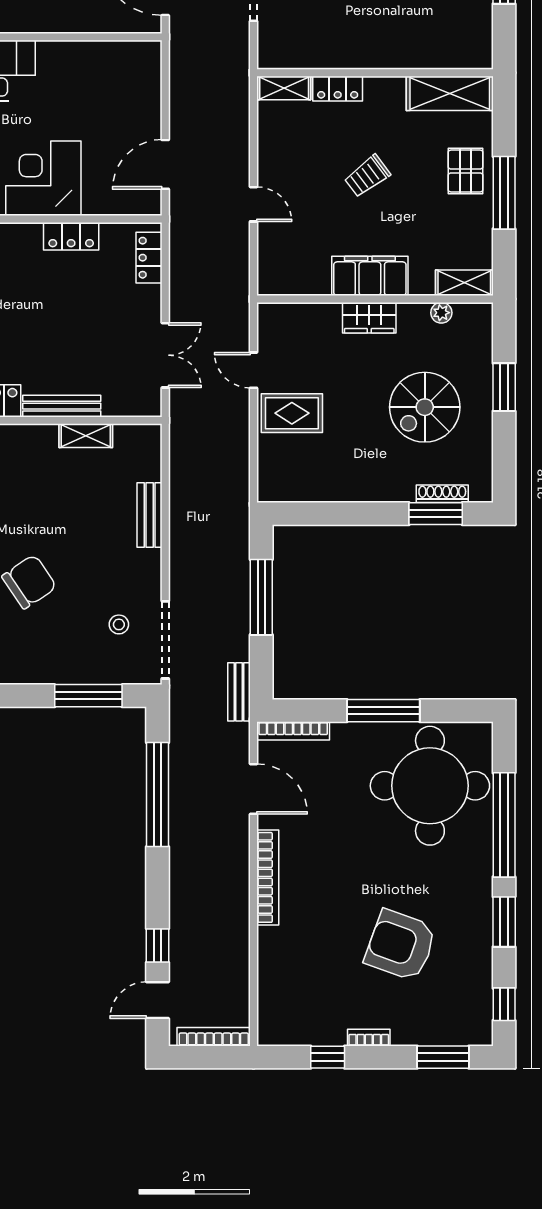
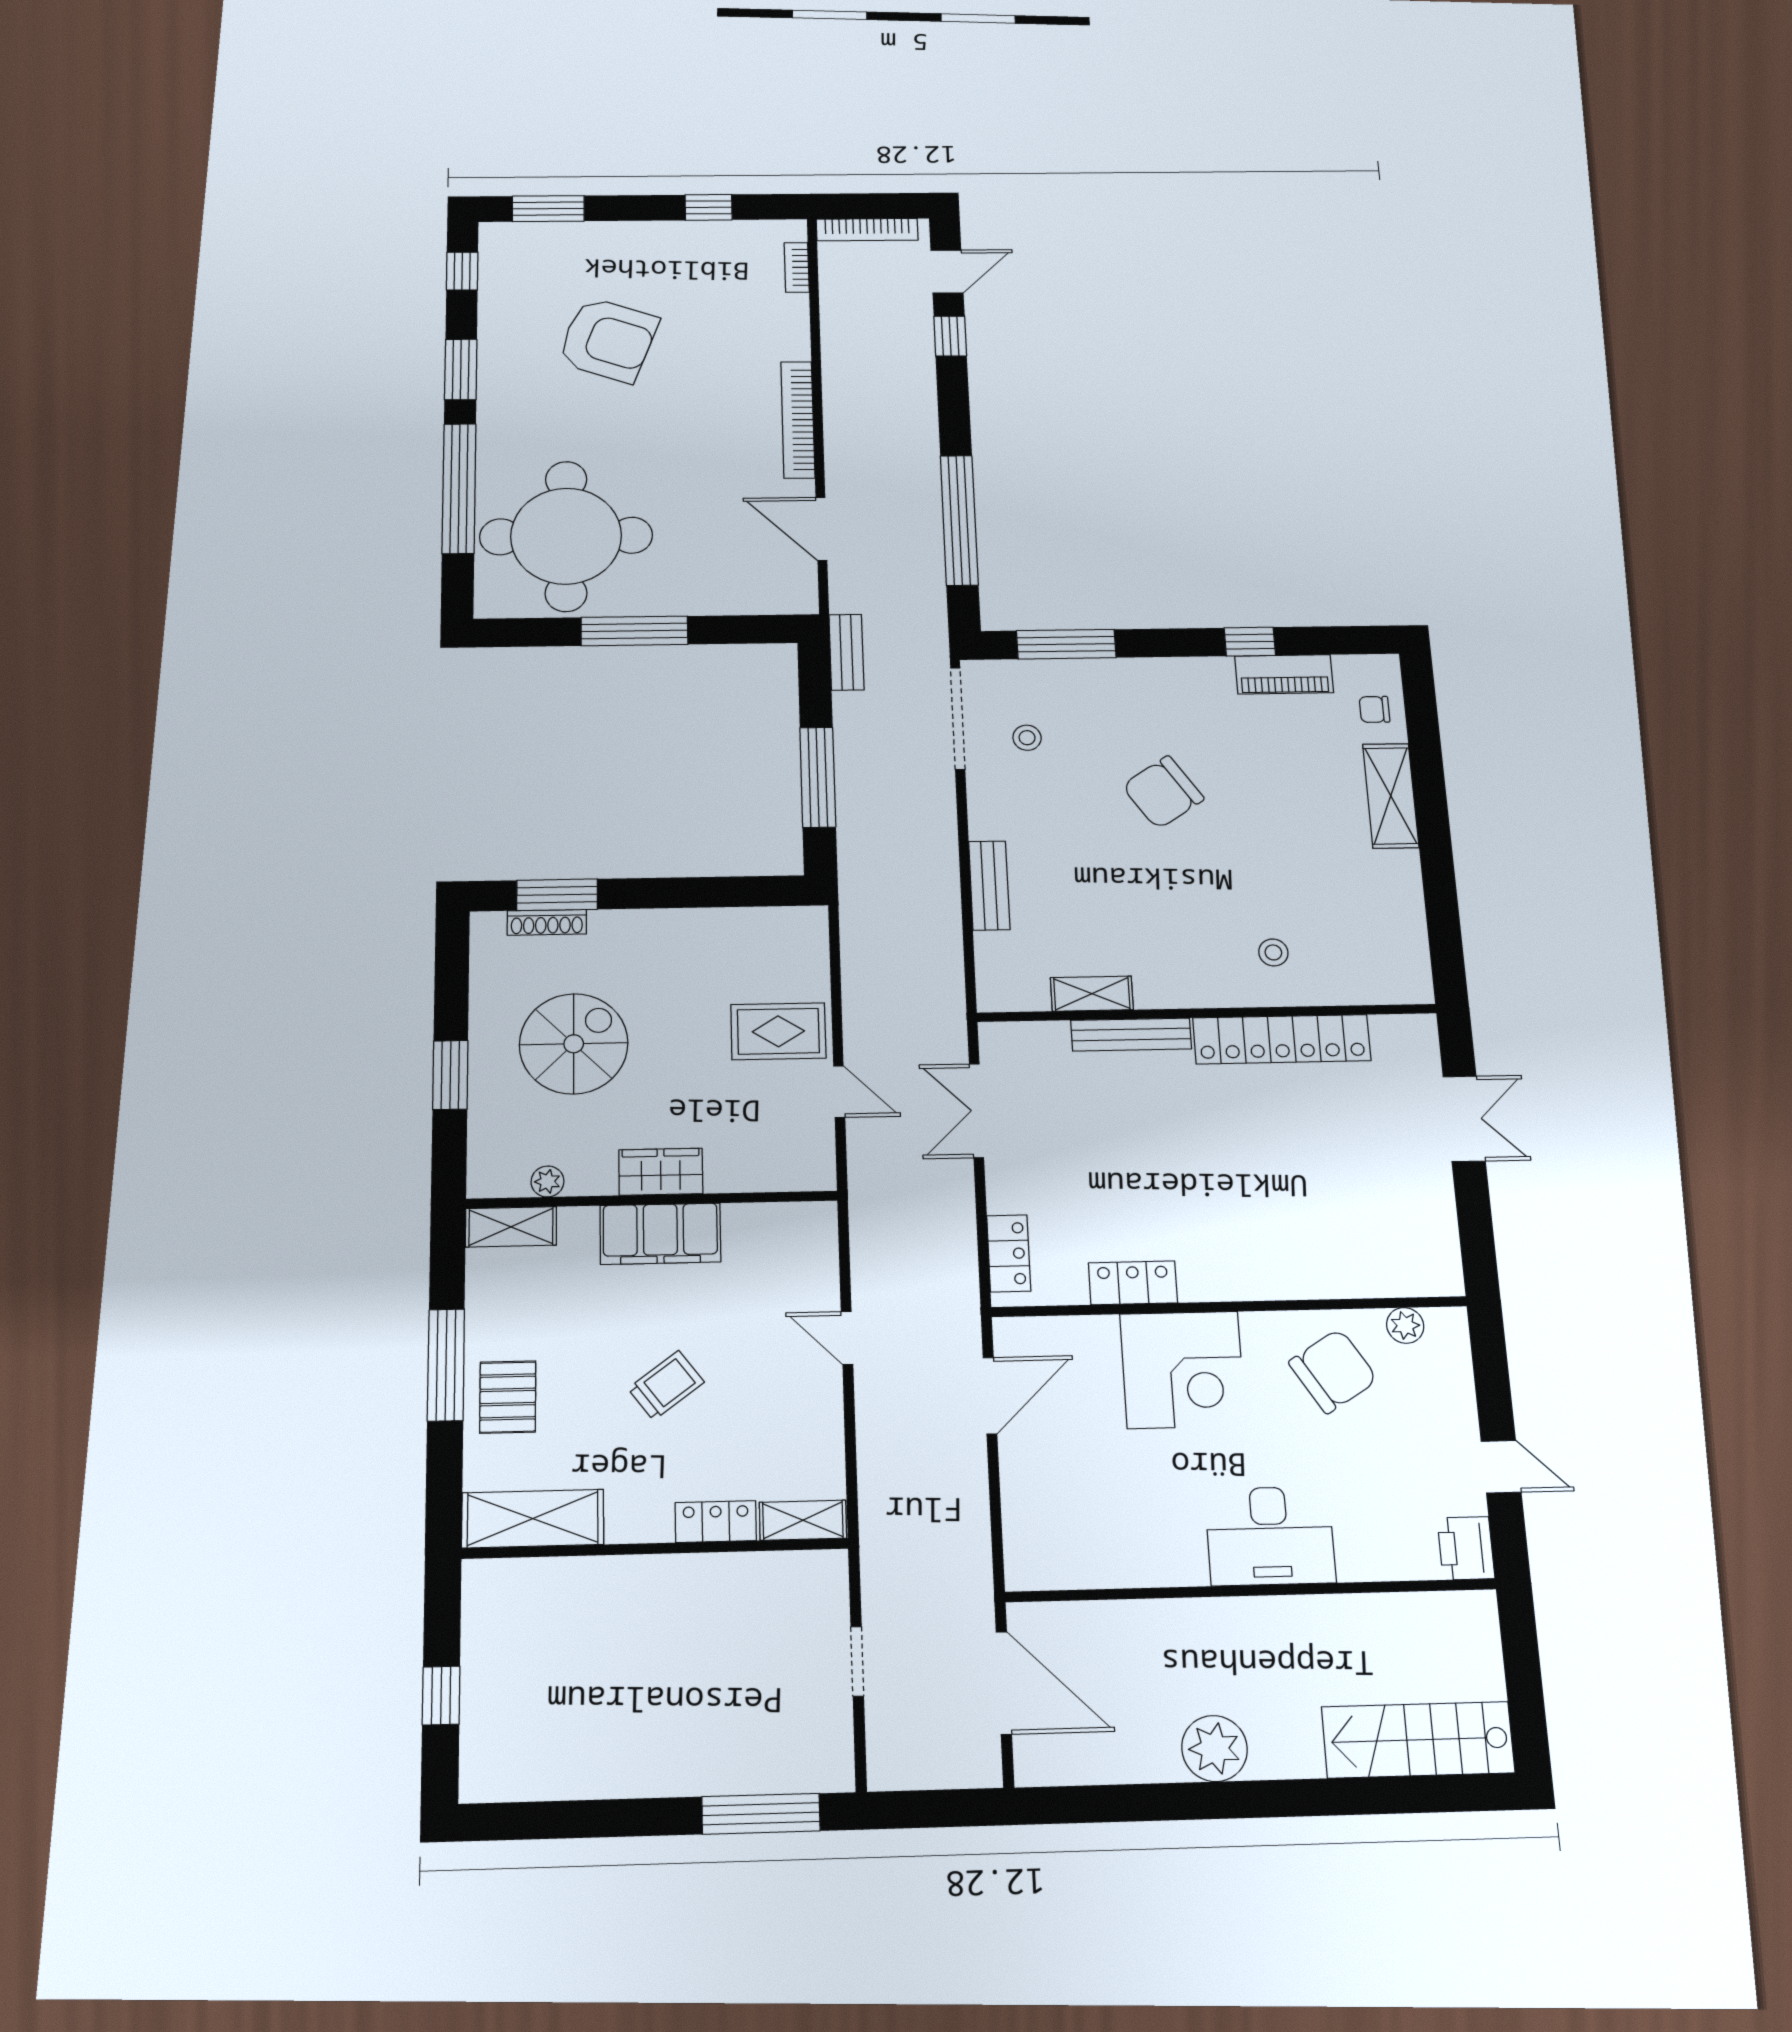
bookcase: (293, 731) -> (766, 603), removed
bookcase: (369, 1038) -> (797, 267), moved, turned 90

